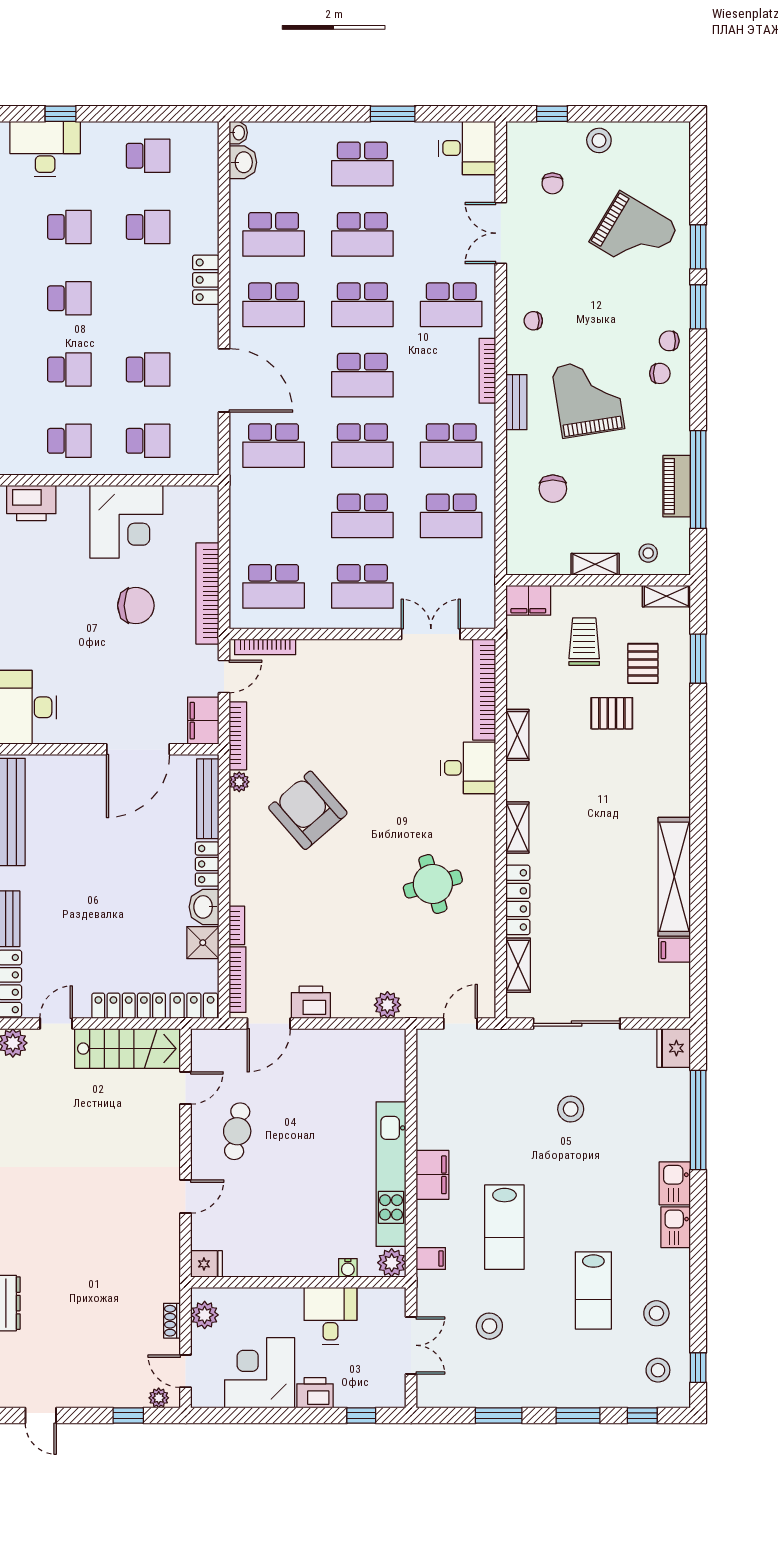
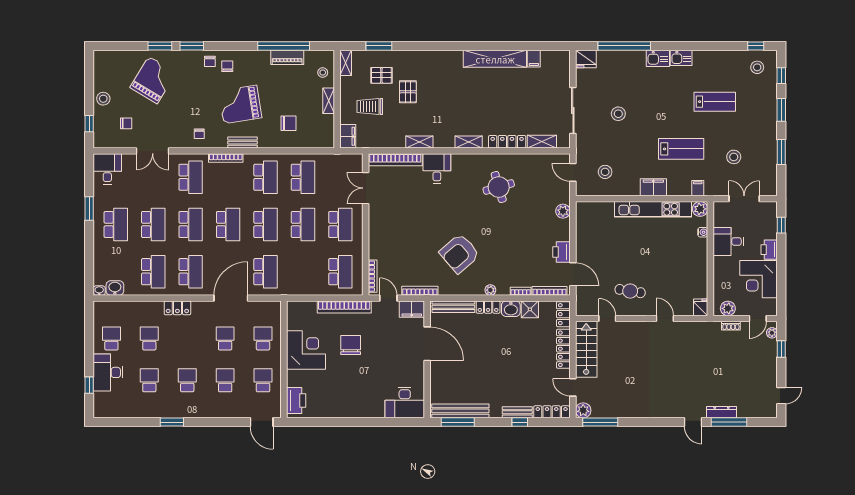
desk: (45, 149) -> (108, 372), moved
plant: (239, 782) -> (490, 290), moved
stool: (656, 1313) -> (605, 172), moved

